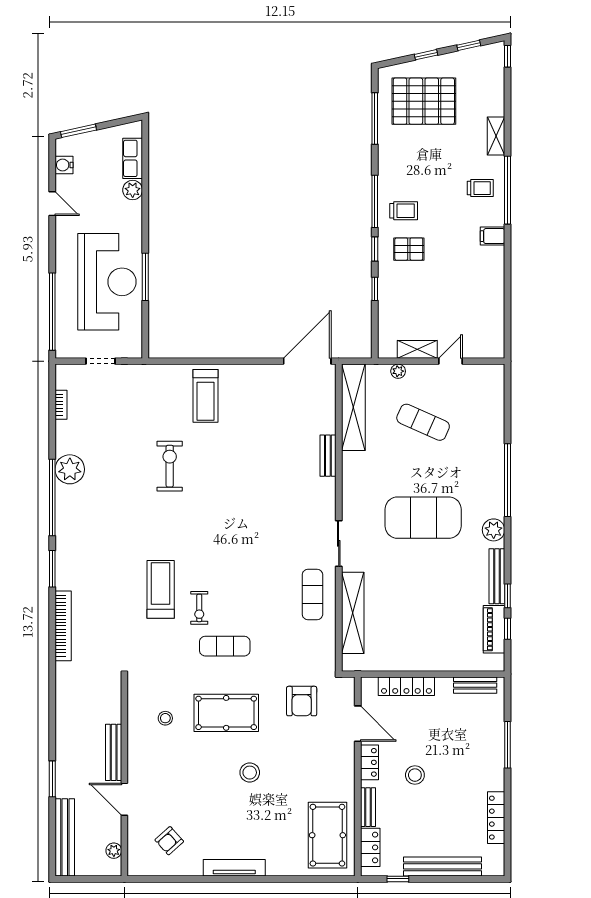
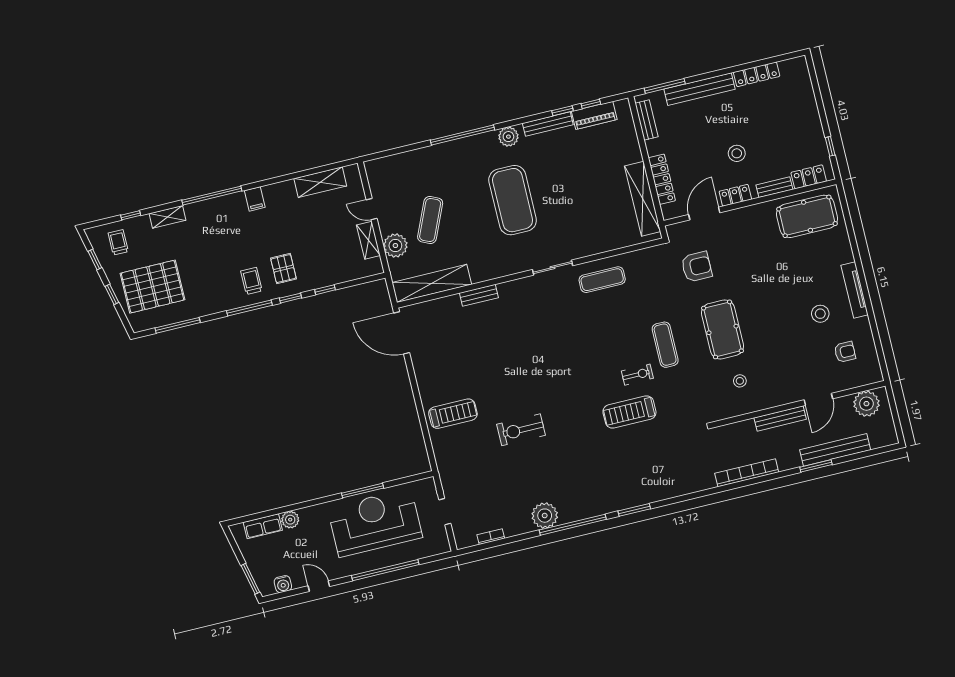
window: (508, 56) -> (131, 215), moved
pallet: (424, 101) -> (152, 287), turned 90
trolley: (480, 188) -> (118, 242), moved
door: (52, 204) -> (319, 586), hinge flipped
window: (52, 312) -> (385, 570), moved
shelving: (493, 312) -> (320, 182), added
plant: (398, 371) -> (395, 246), width x1.88, depth x1.88
shelving: (353, 613) -> (643, 199), moved, turned 90
bookcase: (63, 626) -> (747, 473), moved
window: (508, 745) -> (665, 86), moved
stool: (250, 773) -> (820, 314), moved
bench: (65, 837) -> (835, 450), moved
armchair: (169, 841) -> (845, 352), turned -48
plant: (114, 851) -> (866, 404), width x1.87, depth x1.87
bench: (442, 866) -> (700, 89), moved, turned 90

